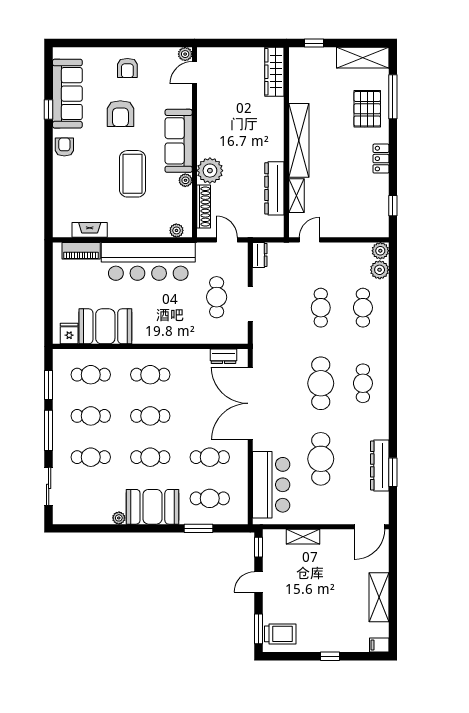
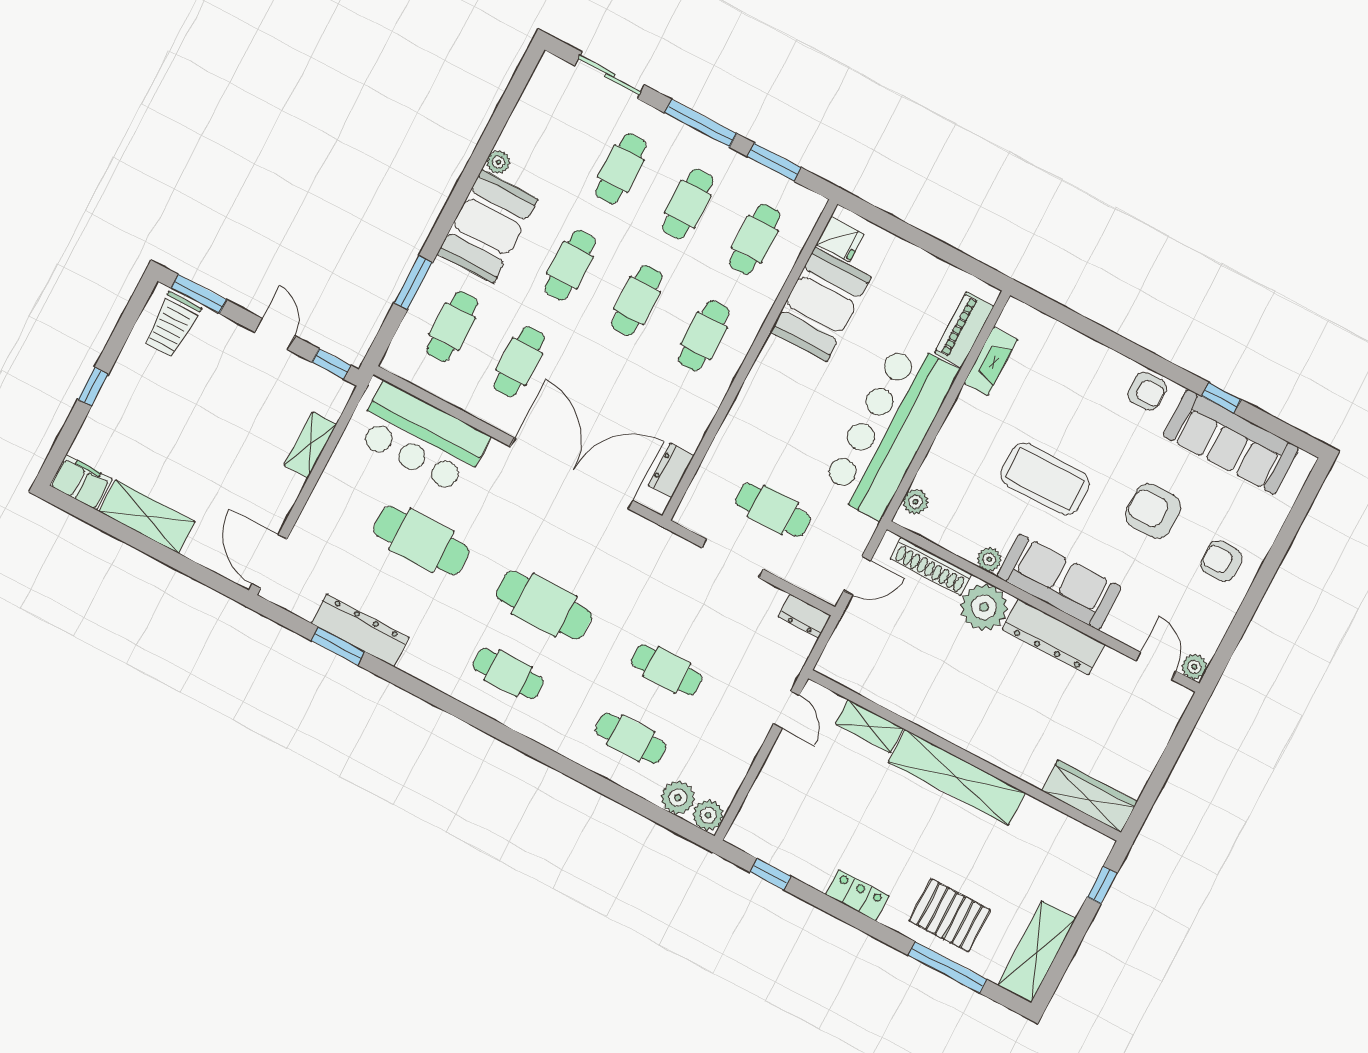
dresser: (274, 188) -> (1054, 637), moved, turned 180
filing cabinet: (379, 645) -> (81, 482), width x2.00

